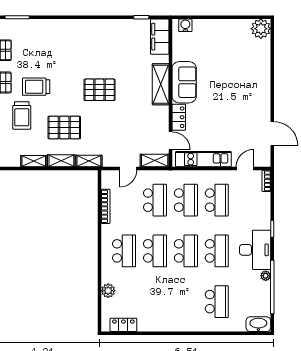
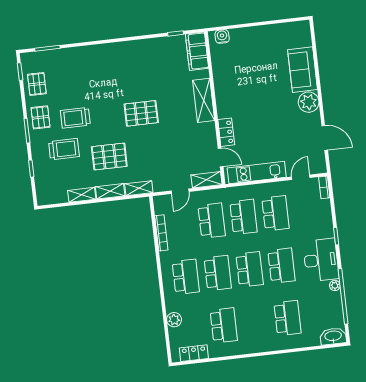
plant: (261, 29) -> (309, 102), moved
sofa: (184, 82) -> (303, 70), moved, turned 180
trolley: (22, 115) -> (64, 149), turned -90
school desk: (155, 302) -> (224, 325), added

